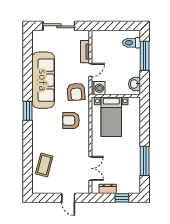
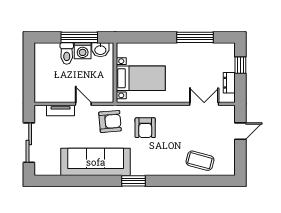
toilet: (131, 43) -> (67, 53), moved
window: (145, 56) -> (79, 37), moved
washing machine: (98, 88) -> (83, 51), moved, turned 180

